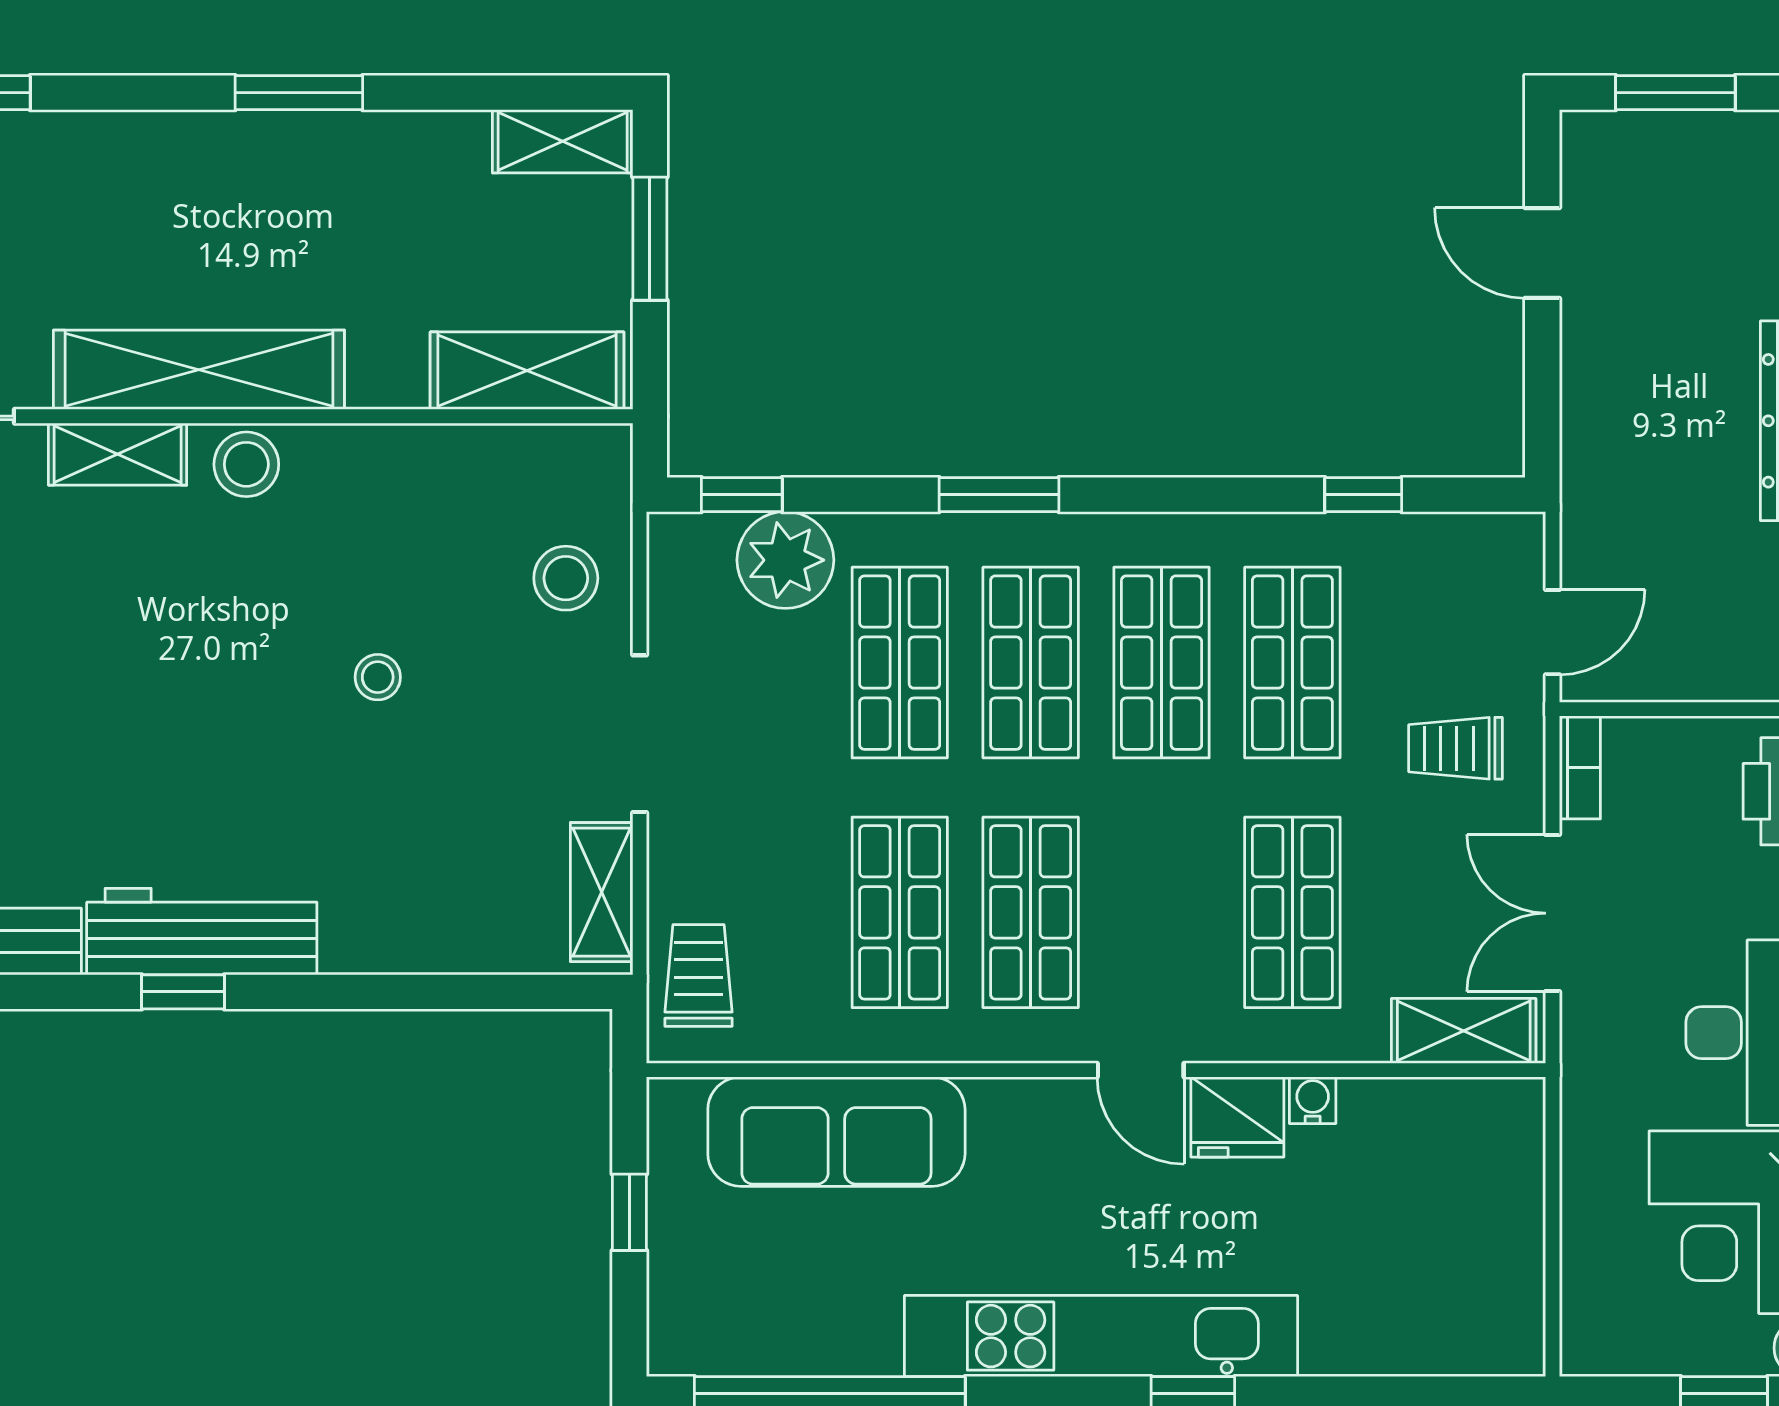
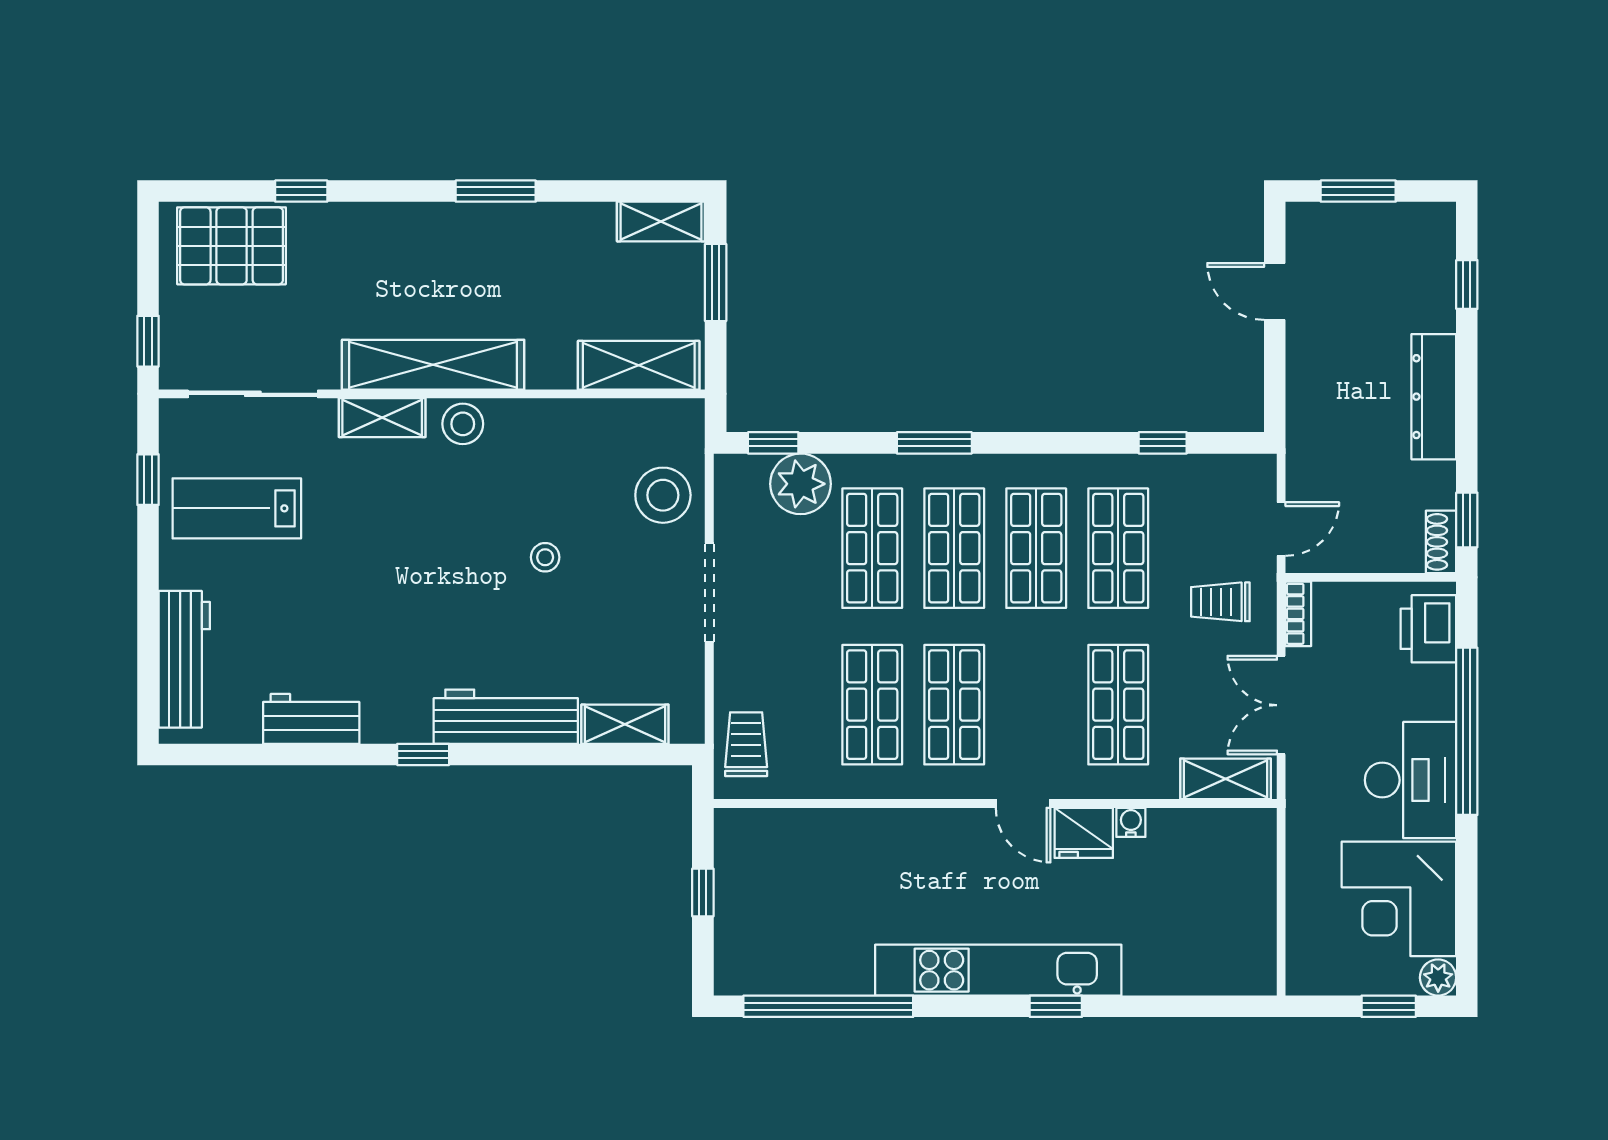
stool: (566, 578) -> (663, 495), width x1.38, depth x1.38
shelving: (602, 892) -> (625, 724), moved, turned 90
workbench: (202, 932) -> (506, 717), moved
sofa: (836, 1132) -> (833, 842), removed

